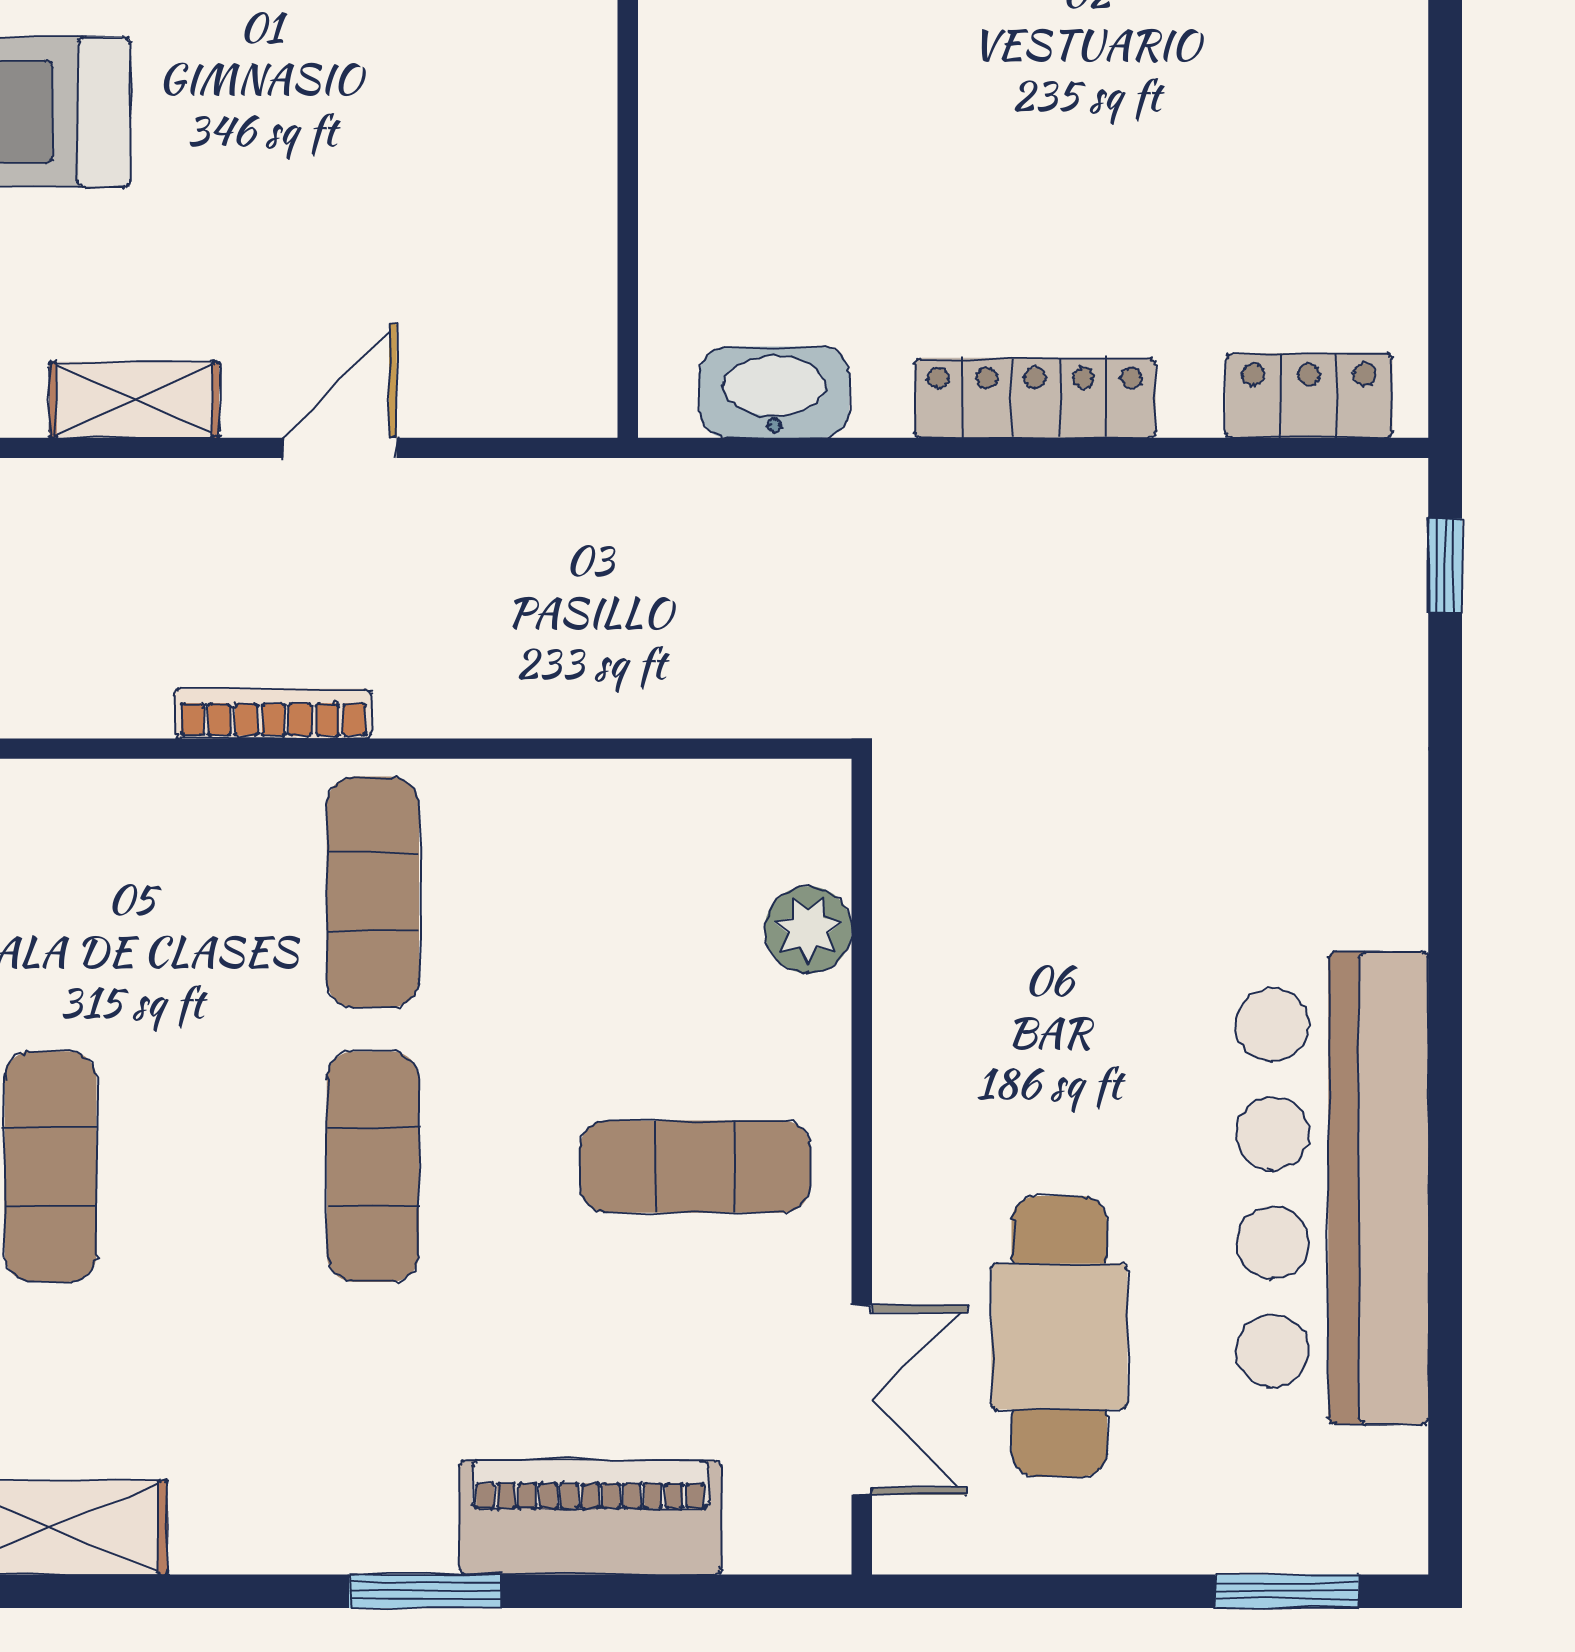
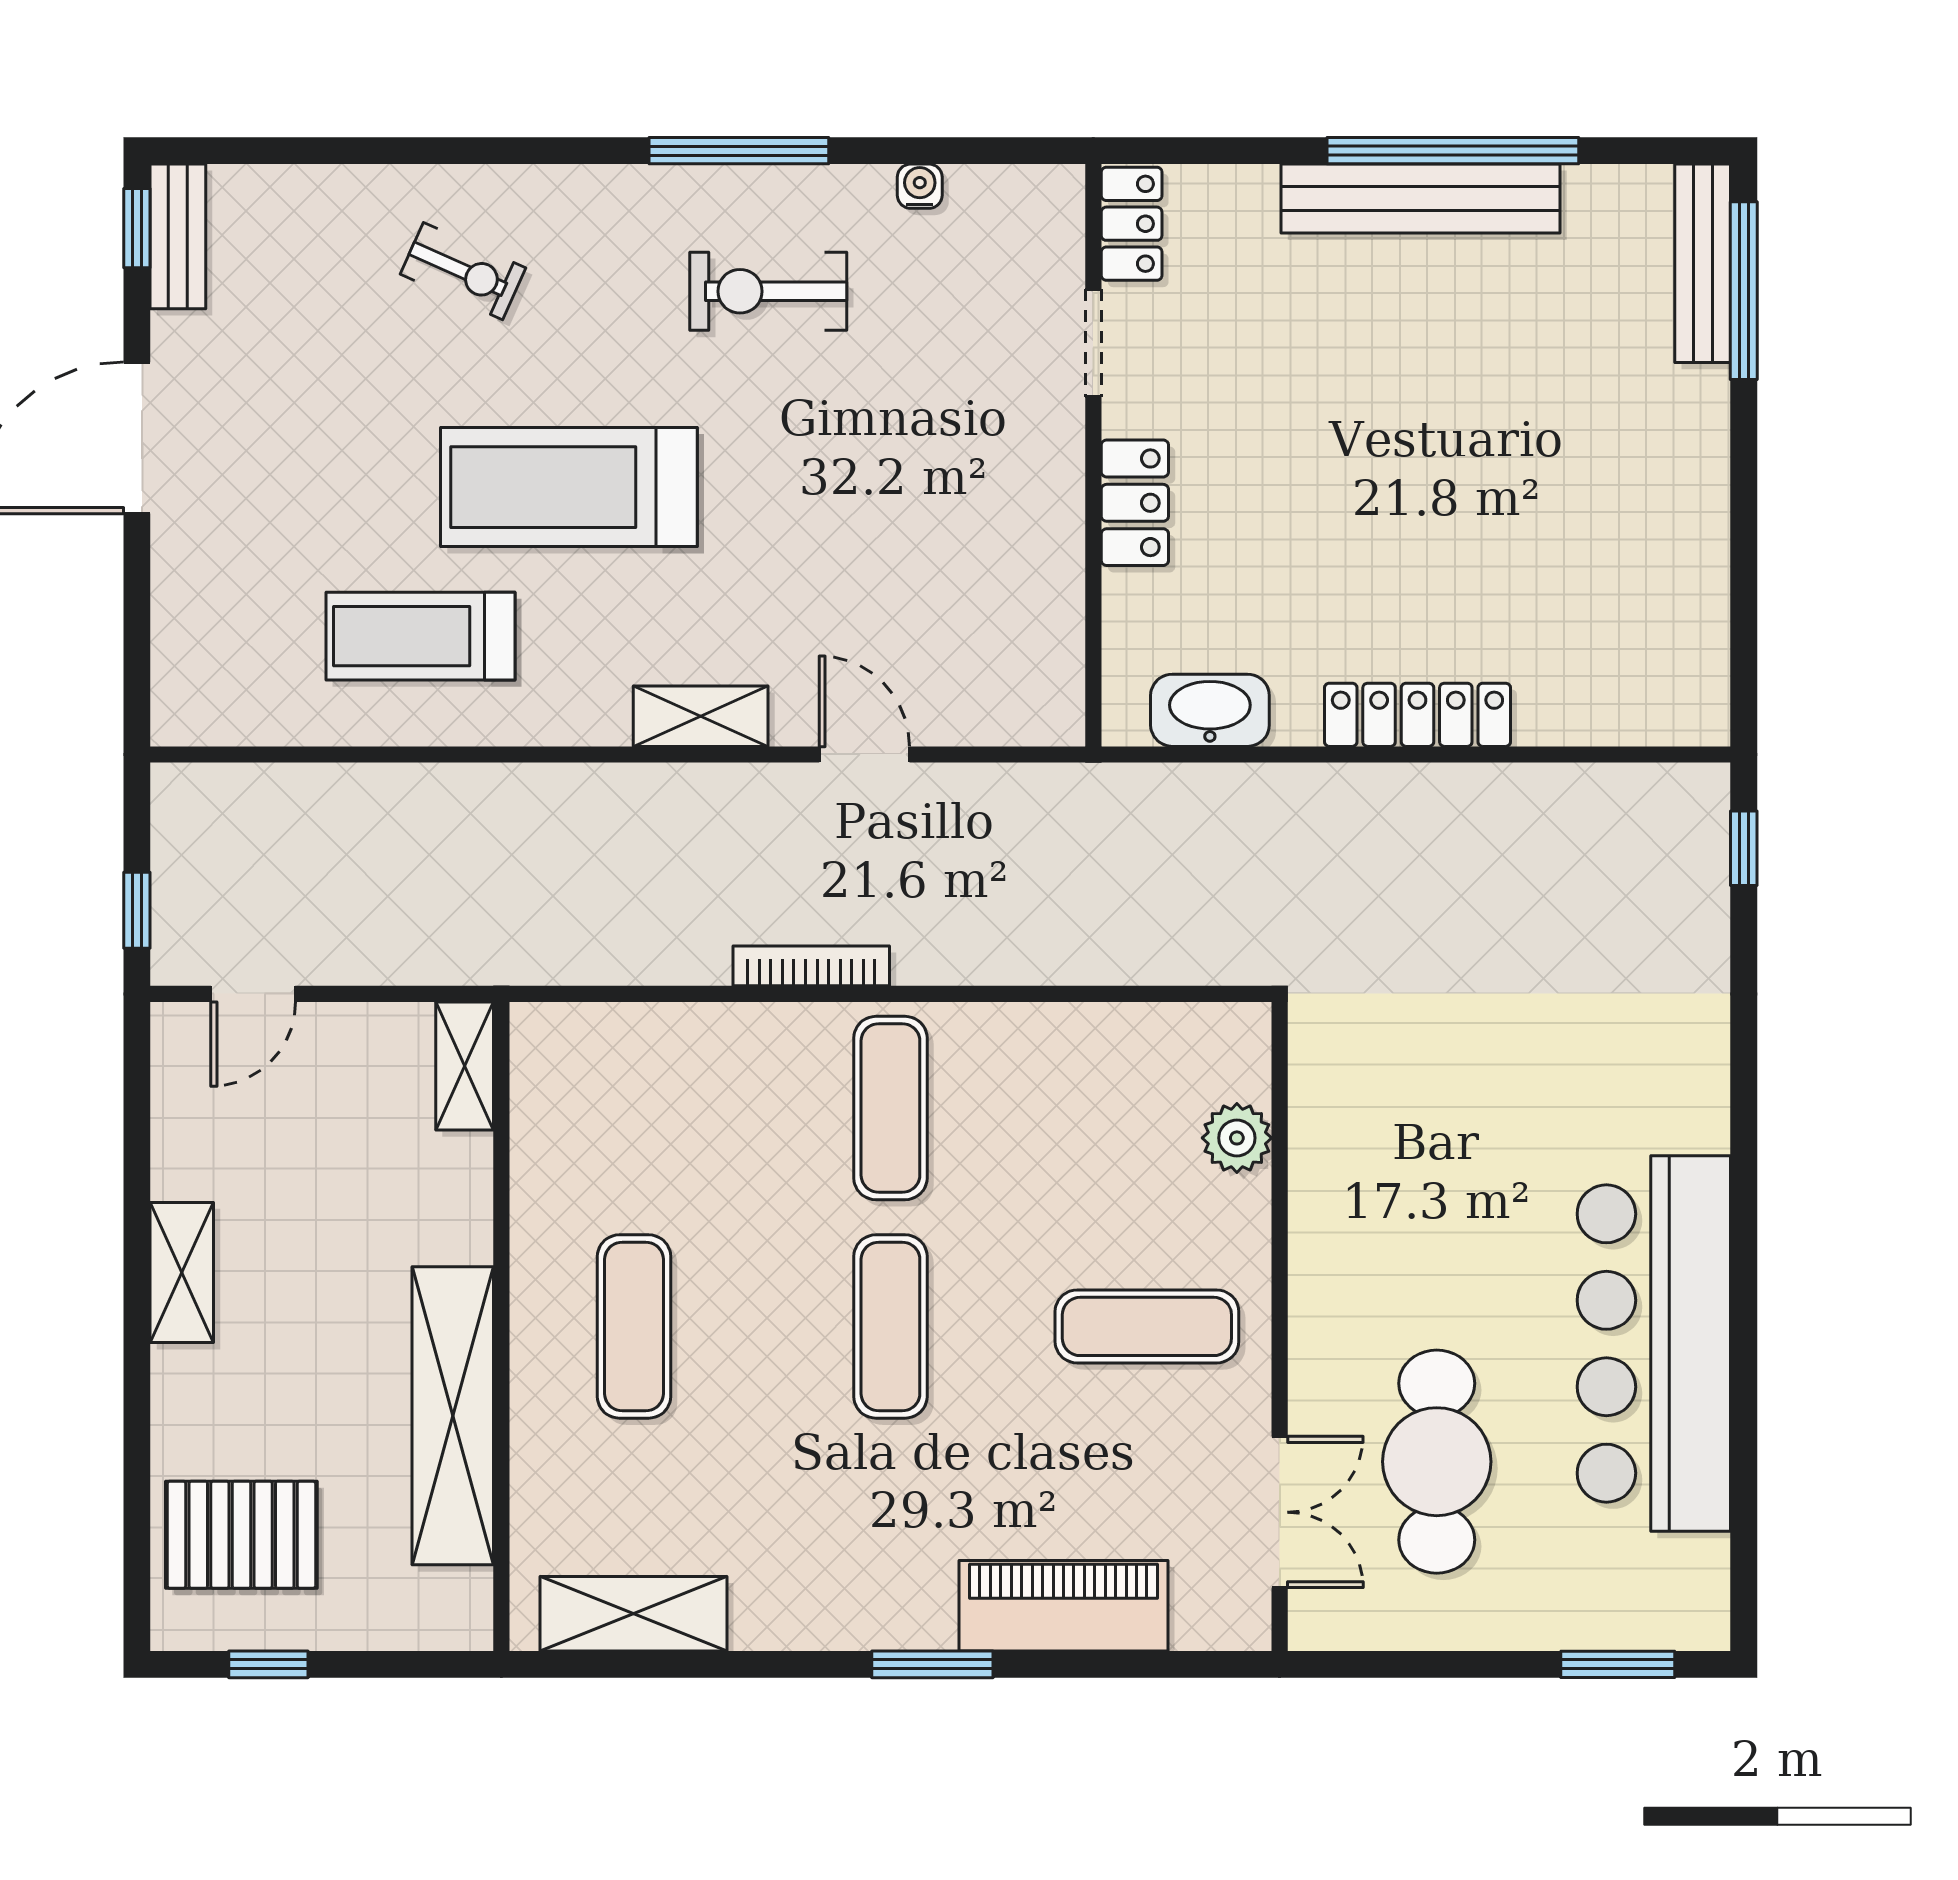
locker: (1309, 396) -> (1135, 503), moved, turned 90
door: (340, 448) -> (864, 754), hinge flipped

